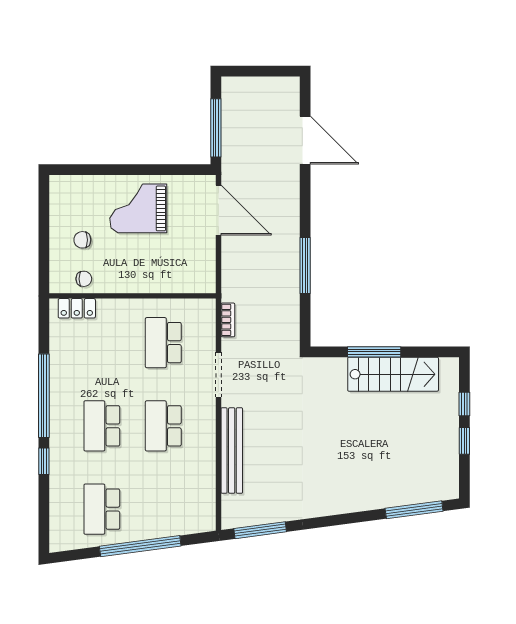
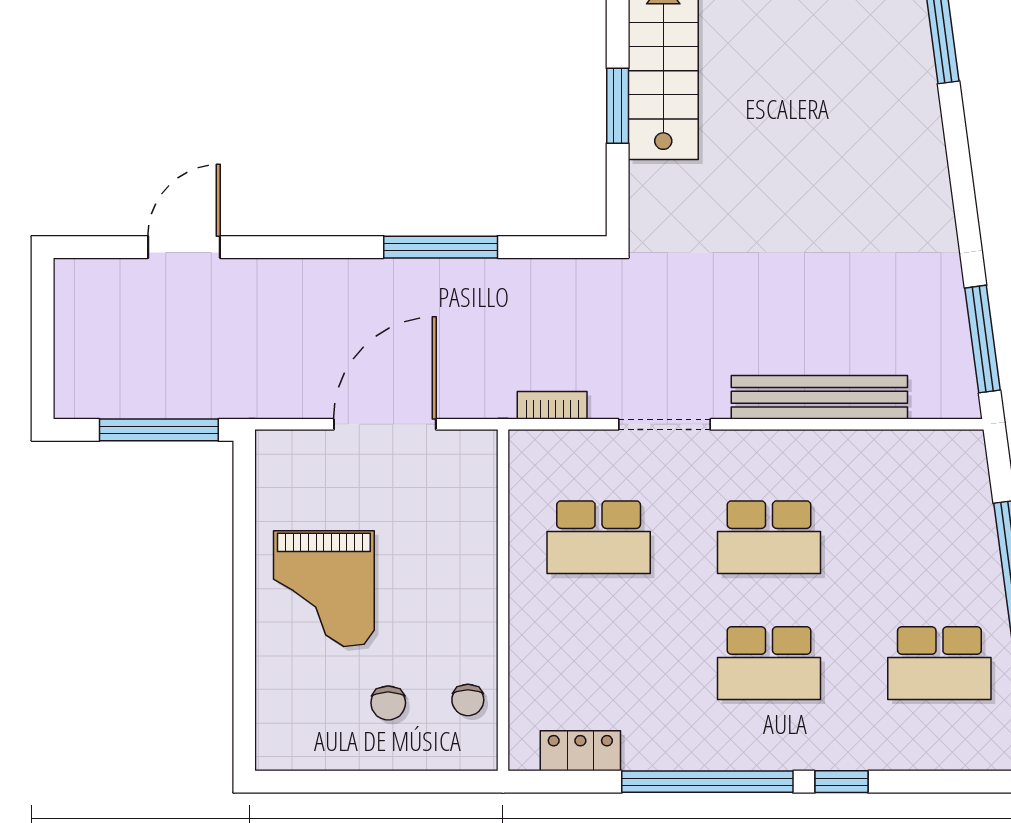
door: (305, 140) -> (184, 247), width x0.73
door: (218, 210) -> (385, 424), moved
chair: (84, 279) -> (468, 700), turned 180
locker: (77, 308) -> (580, 751), moved, turned -90
window: (374, 352) -> (618, 106), width x0.69

